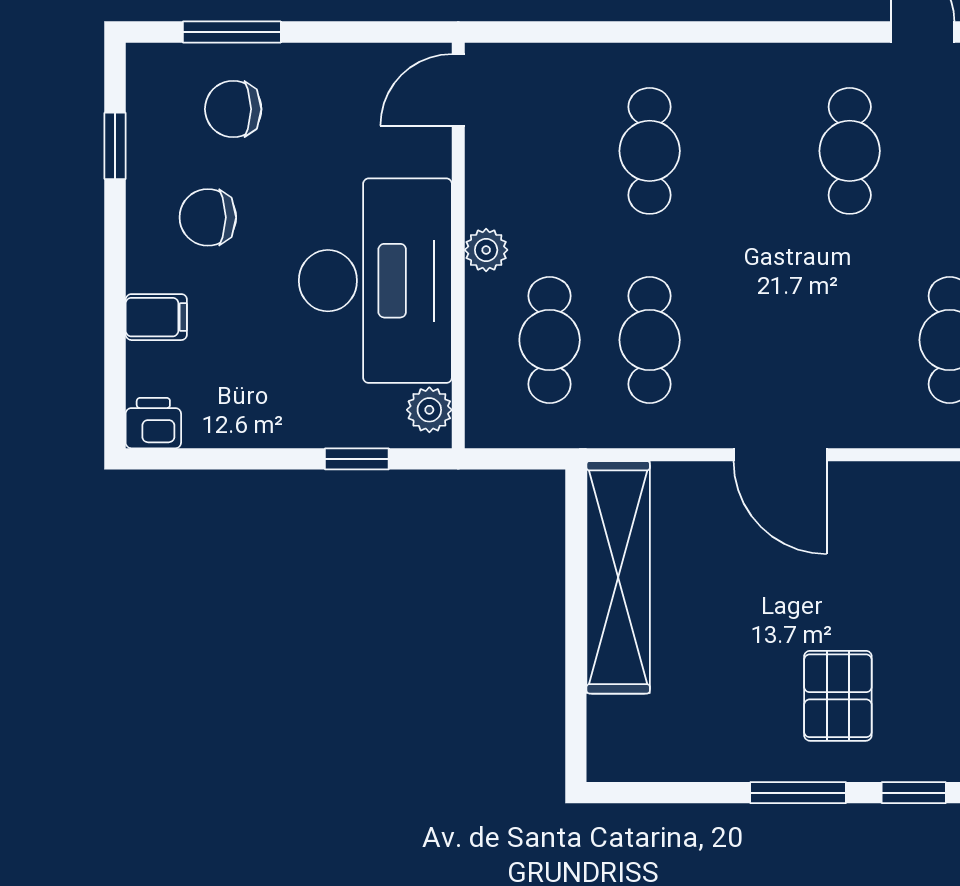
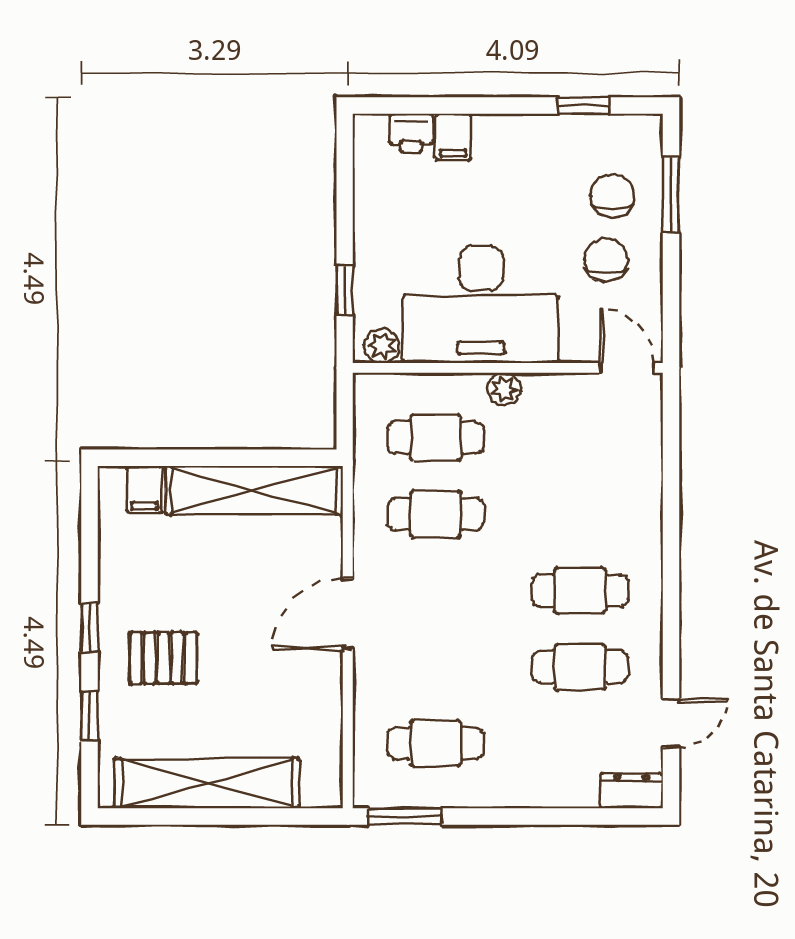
cafe table: (650, 151) -> (580, 591), moved
chair: (208, 217) -> (606, 260), moved
printer: (153, 423) -> (411, 133), moved, turned 90
filing cabinet: (617, 721) -> (144, 489), added
window: (798, 793) -> (90, 628), width x0.67

